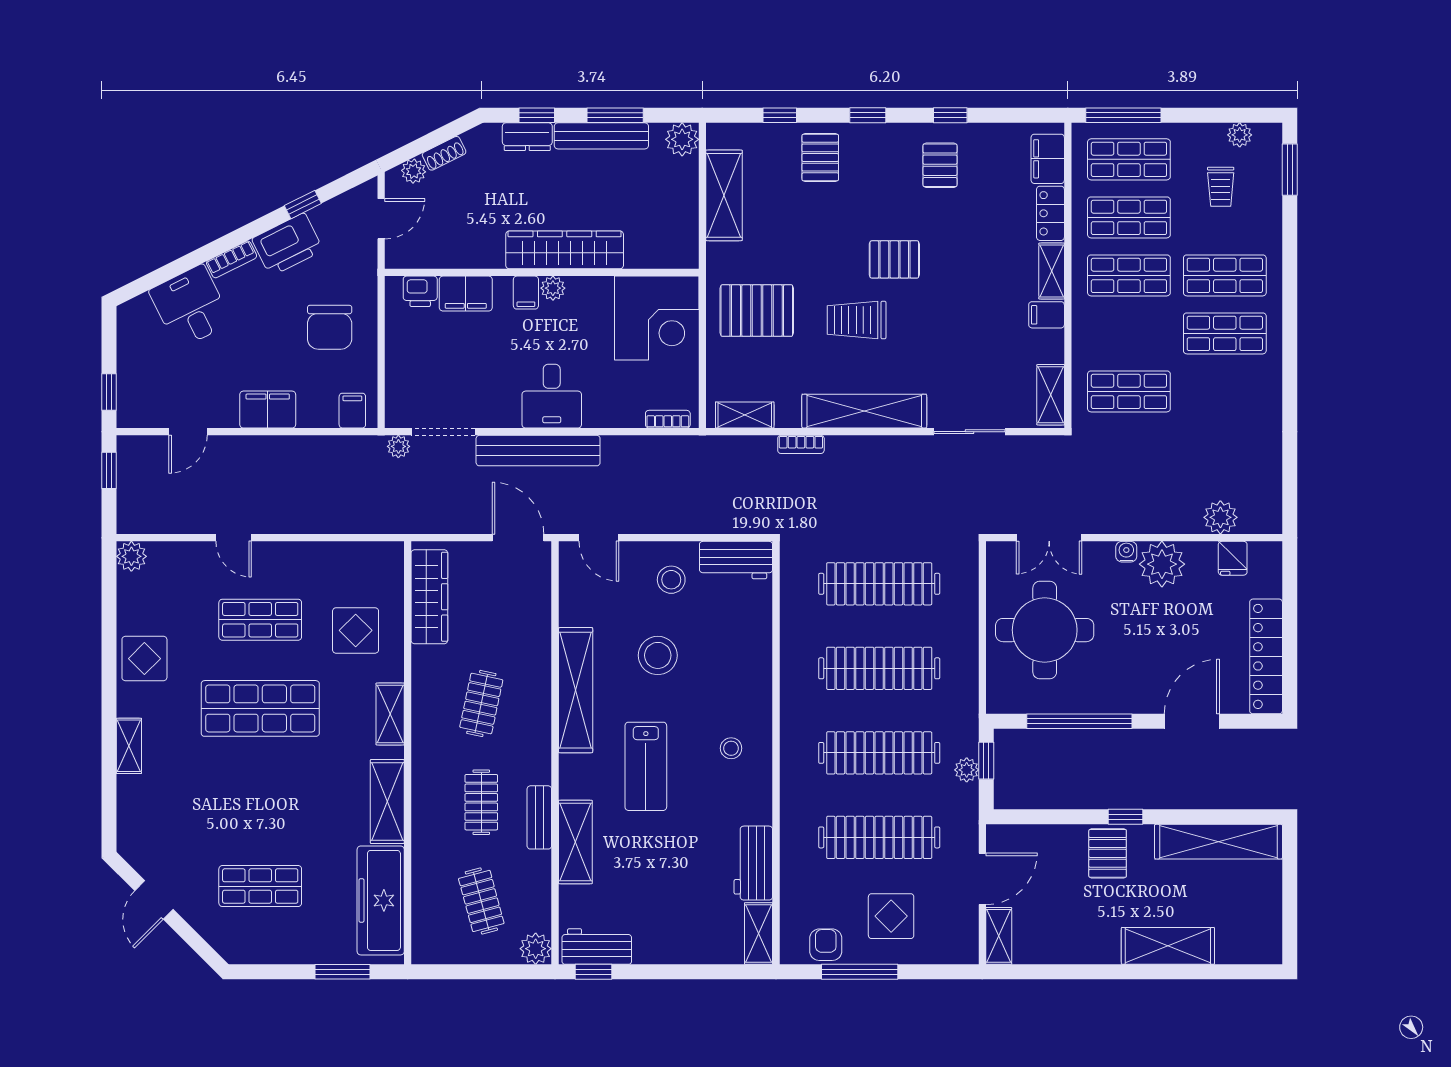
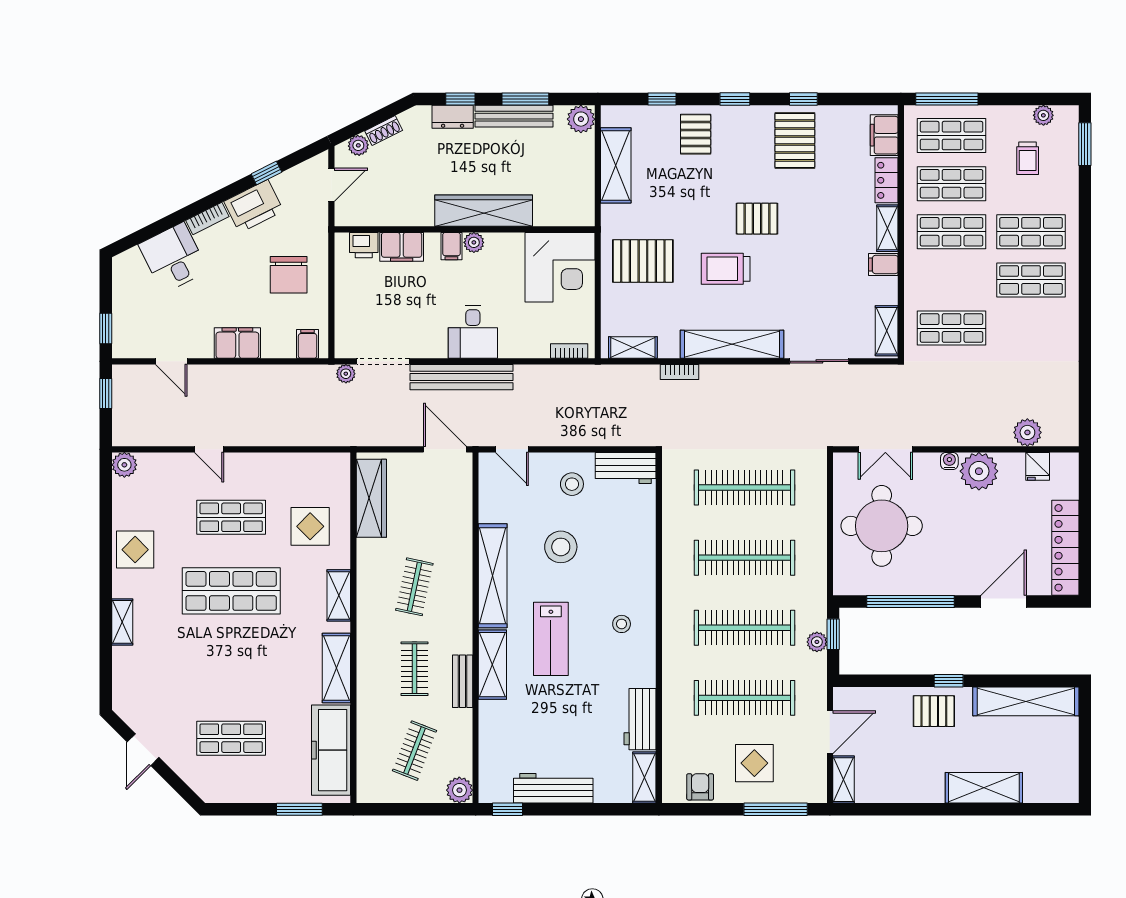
pallet: (940, 165) -> (795, 140), width x1.50, depth x1.42
door: (188, 432) -> (171, 361), hinge flipped
shelving: (575, 842) -> (492, 665), moved
pallet: (1108, 853) -> (934, 711), turned 90
clothes rail: (481, 901) -> (414, 751), turned 36
workbench: (597, 947) -> (553, 788), moved, width x1.38
window: (860, 972) -> (776, 809), moved

